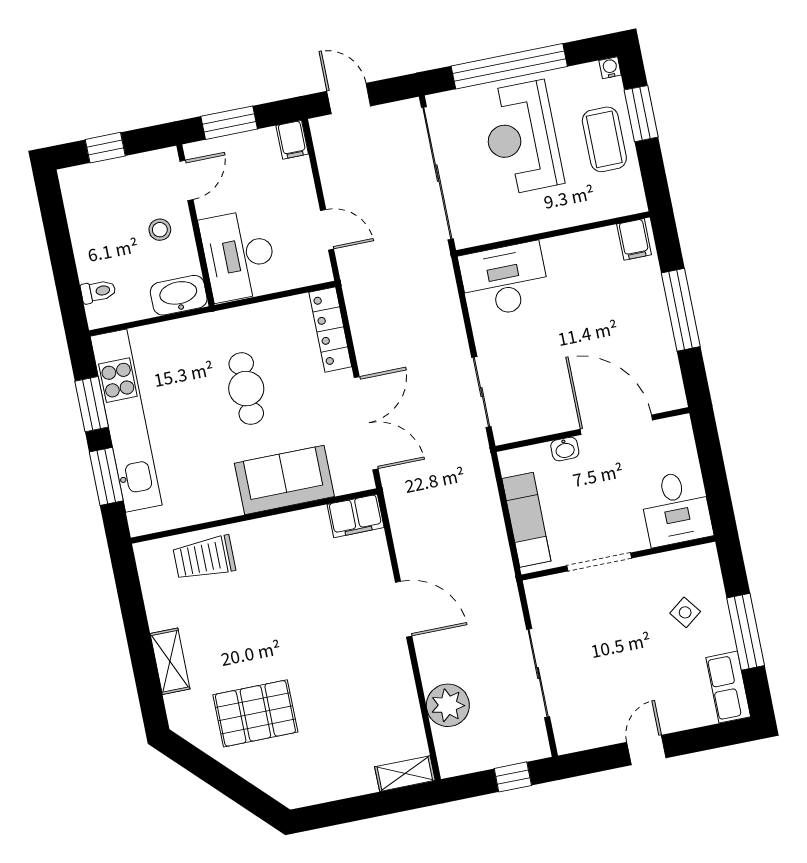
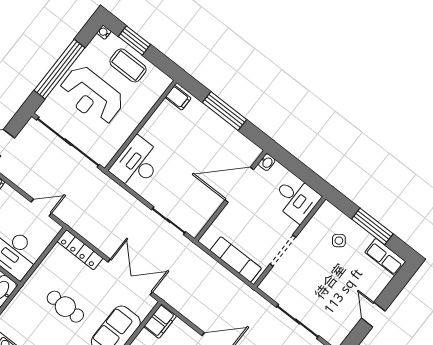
washbasin: (565, 449) -> (267, 162), moved

